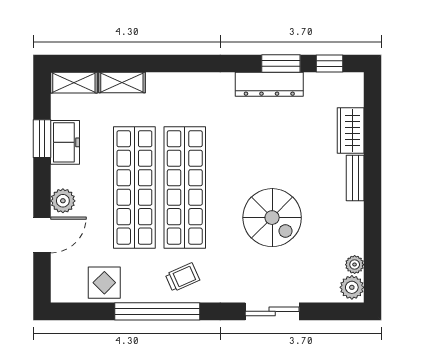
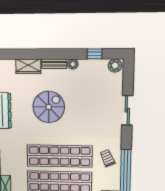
spiral stairs: (272, 218) -> (49, 107), moved
window: (372, 251) -> (95, 54), added
plant: (355, 265) -> (73, 64), moved

